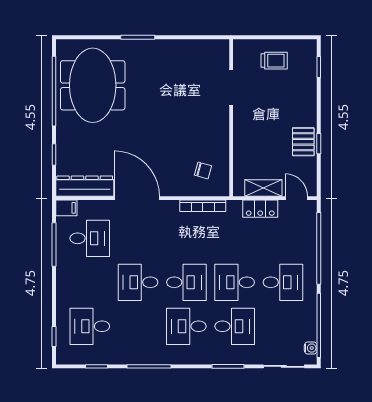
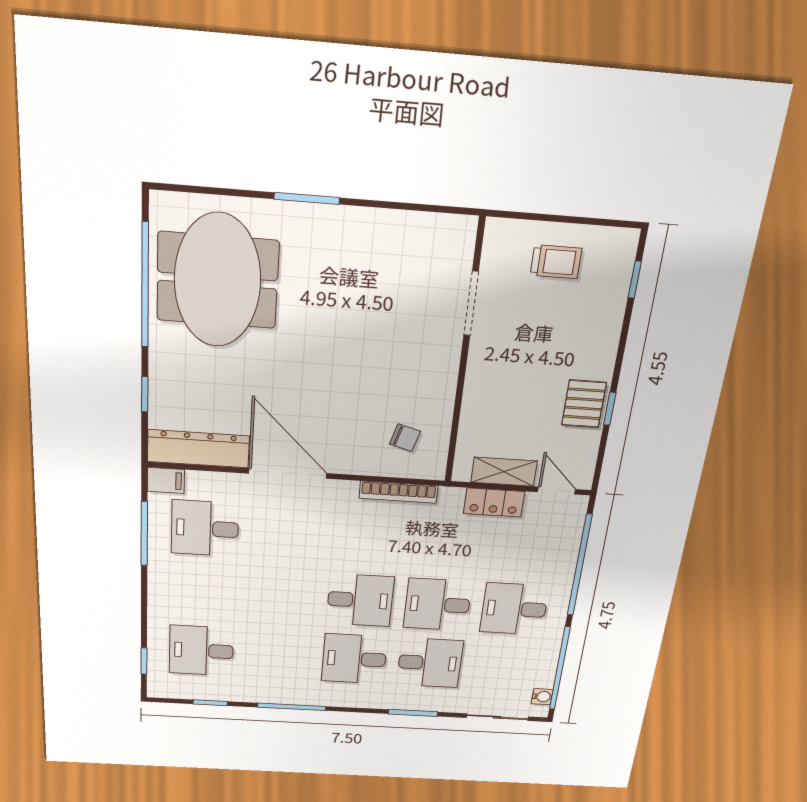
desk: (90, 238) -> (205, 528), turned 180
desk: (138, 282) -> (282, 596), removed
desk: (283, 282) -> (514, 609), turned 180

